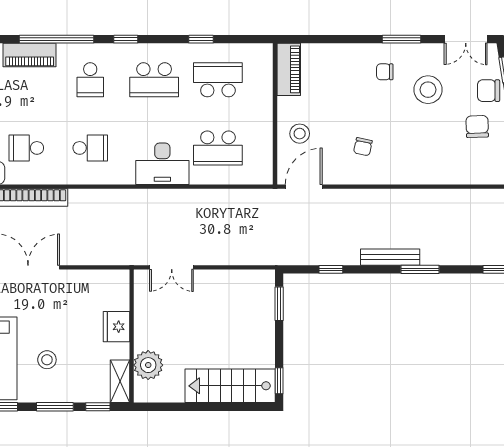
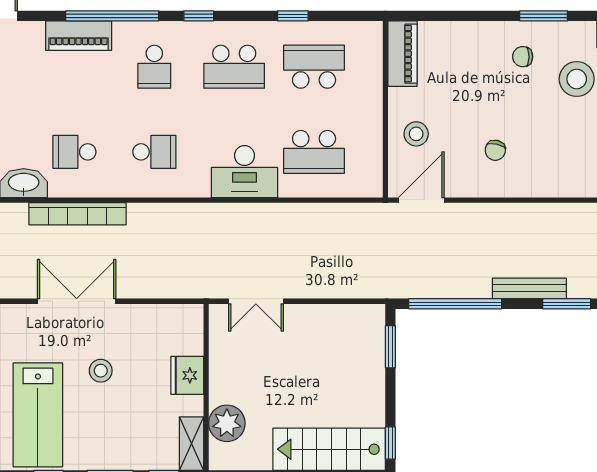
window: (331, 269) -> (455, 304), width x3.17
stool: (47, 360) -> (101, 371), moved

